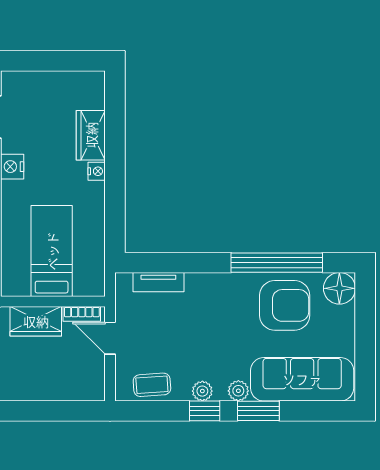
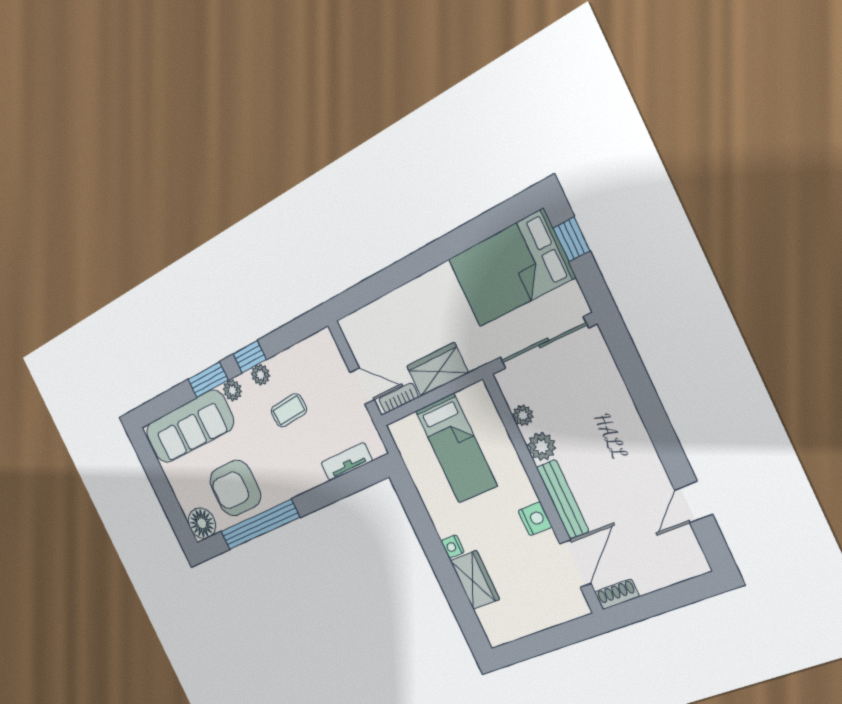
coffee table: (152, 385) -> (289, 410), moved

